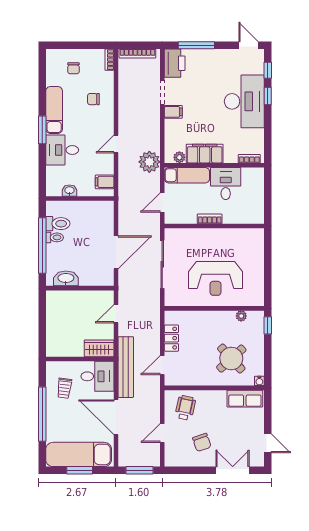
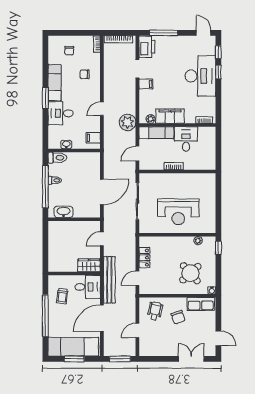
toilet: (58, 224) -> (57, 158), moved
door: (116, 417) -> (102, 318), hinge flipped
chair: (202, 442) -> (178, 317), moved

